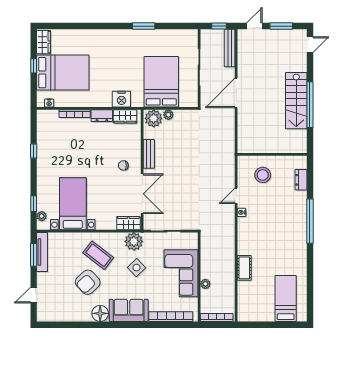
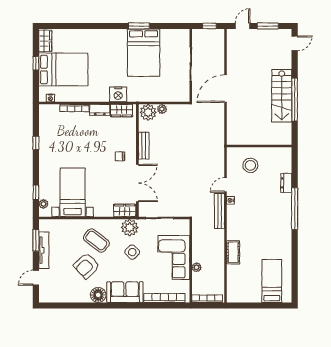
bench: (230, 48) -> (219, 211), moved
bed: (161, 82) -> (144, 53), moved, turned 180
dresser: (301, 180) -> (286, 183), moved
tv unit: (42, 252) -> (44, 250), moved

